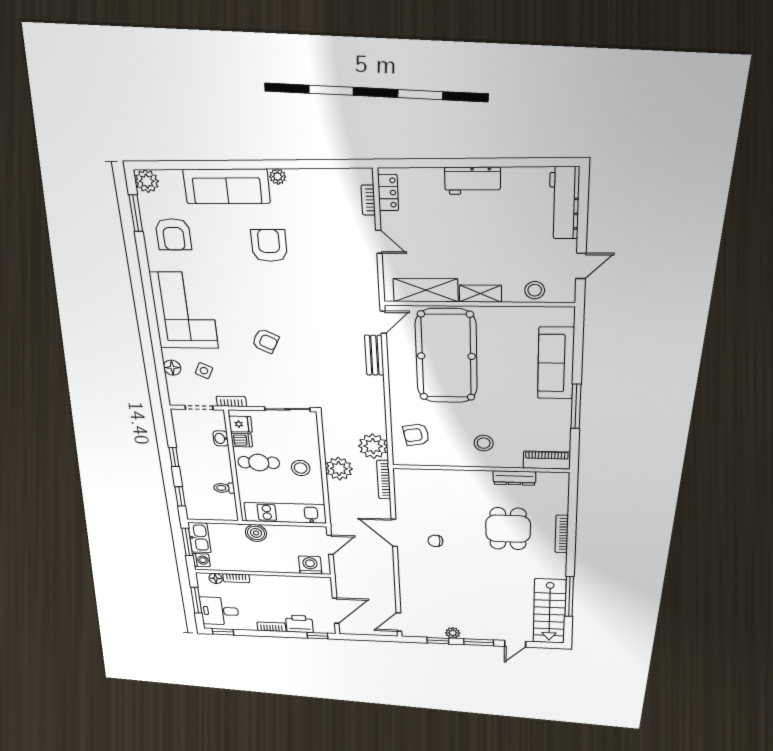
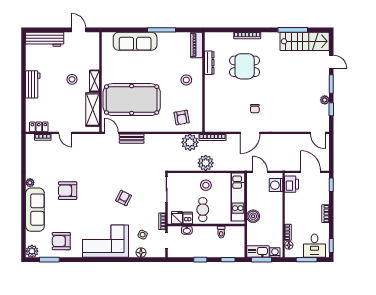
armchair: (173, 234) -> (61, 241), turned 180
door: (379, 242) -> (65, 133), swing flipped
stool: (535, 290) -> (72, 79), moved
printer: (299, 624) -> (292, 184), moved, turned 180

